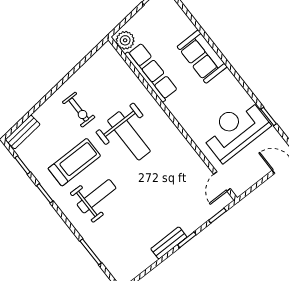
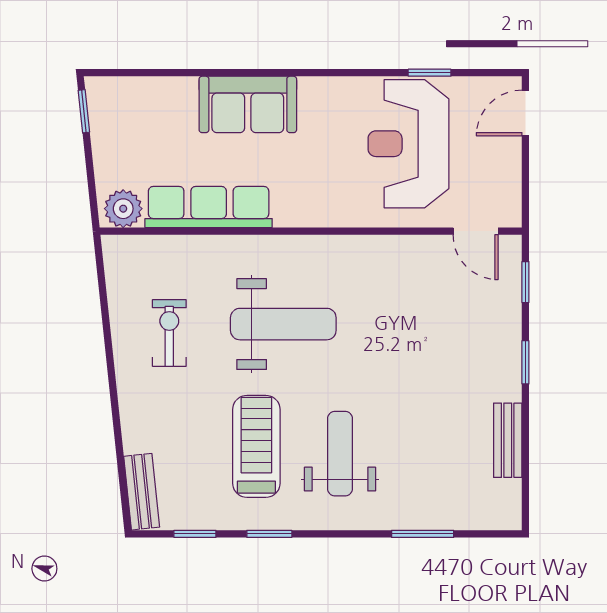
exercise bike: (79, 110) -> (169, 333), moved, turned -90
bench: (169, 243) -> (508, 440), moved

